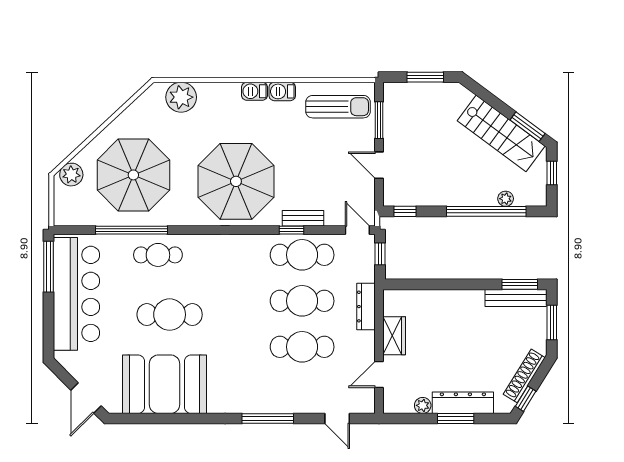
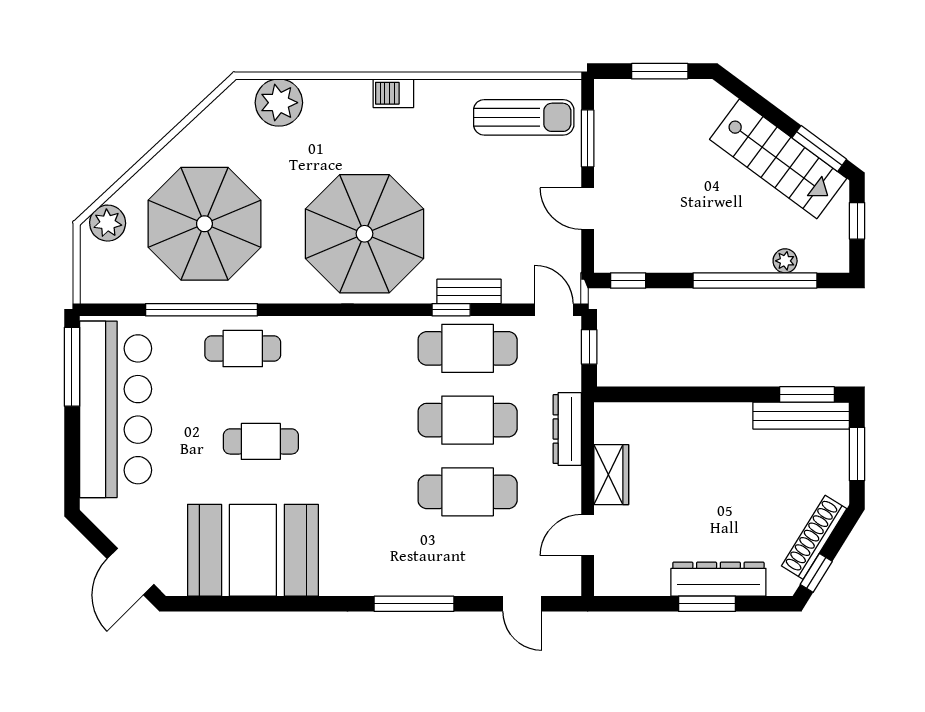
barbecue: (282, 91) -> (437, 94), removed
cafe table: (170, 315) -> (261, 441), width x0.73, depth x0.74
plant: (423, 405) -> (656, 583), removed

